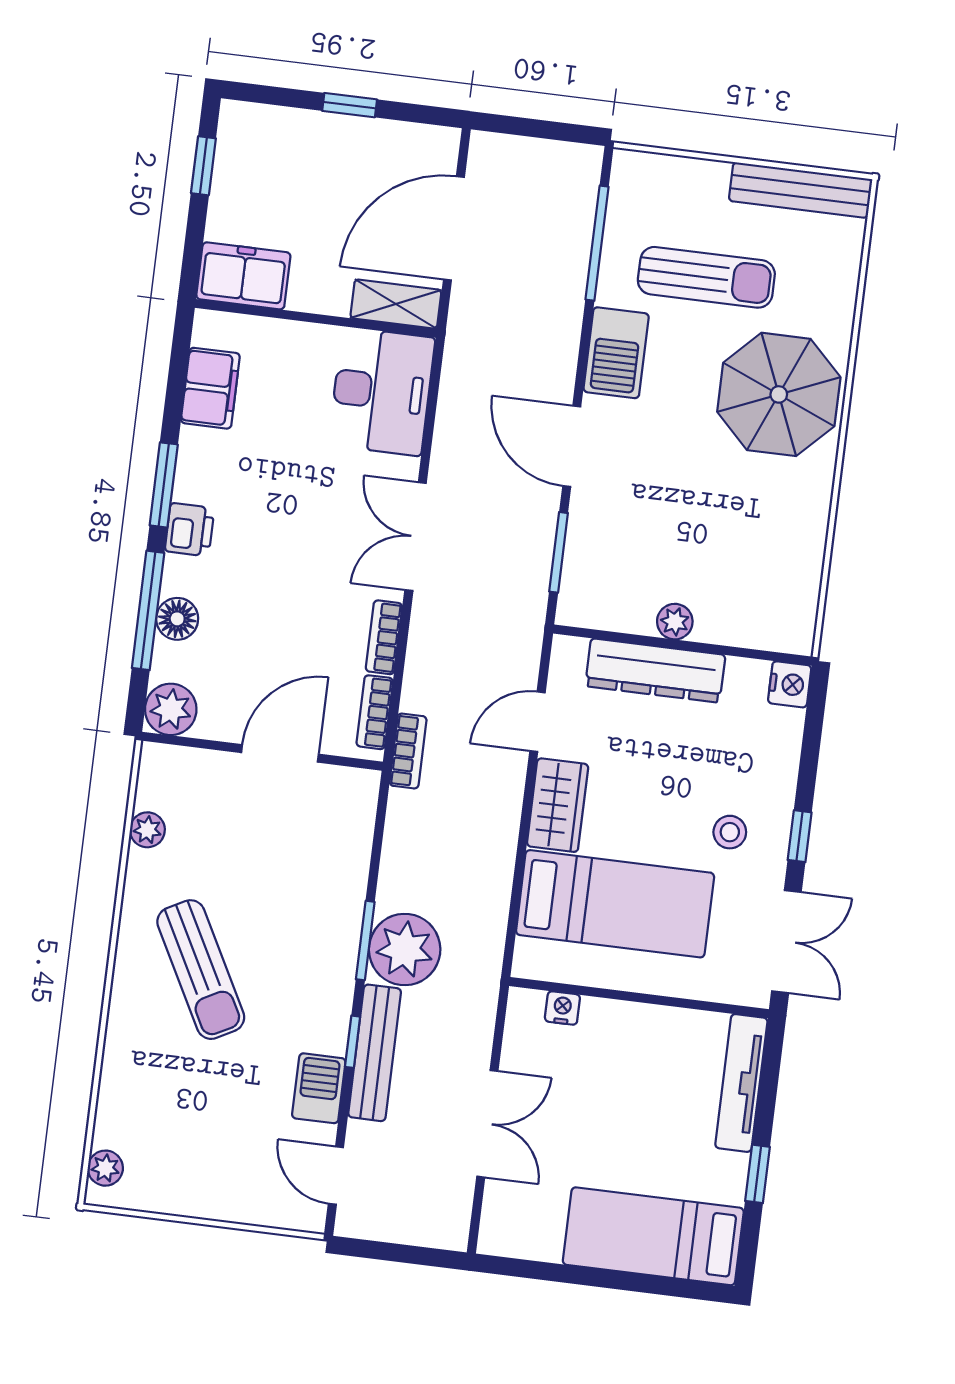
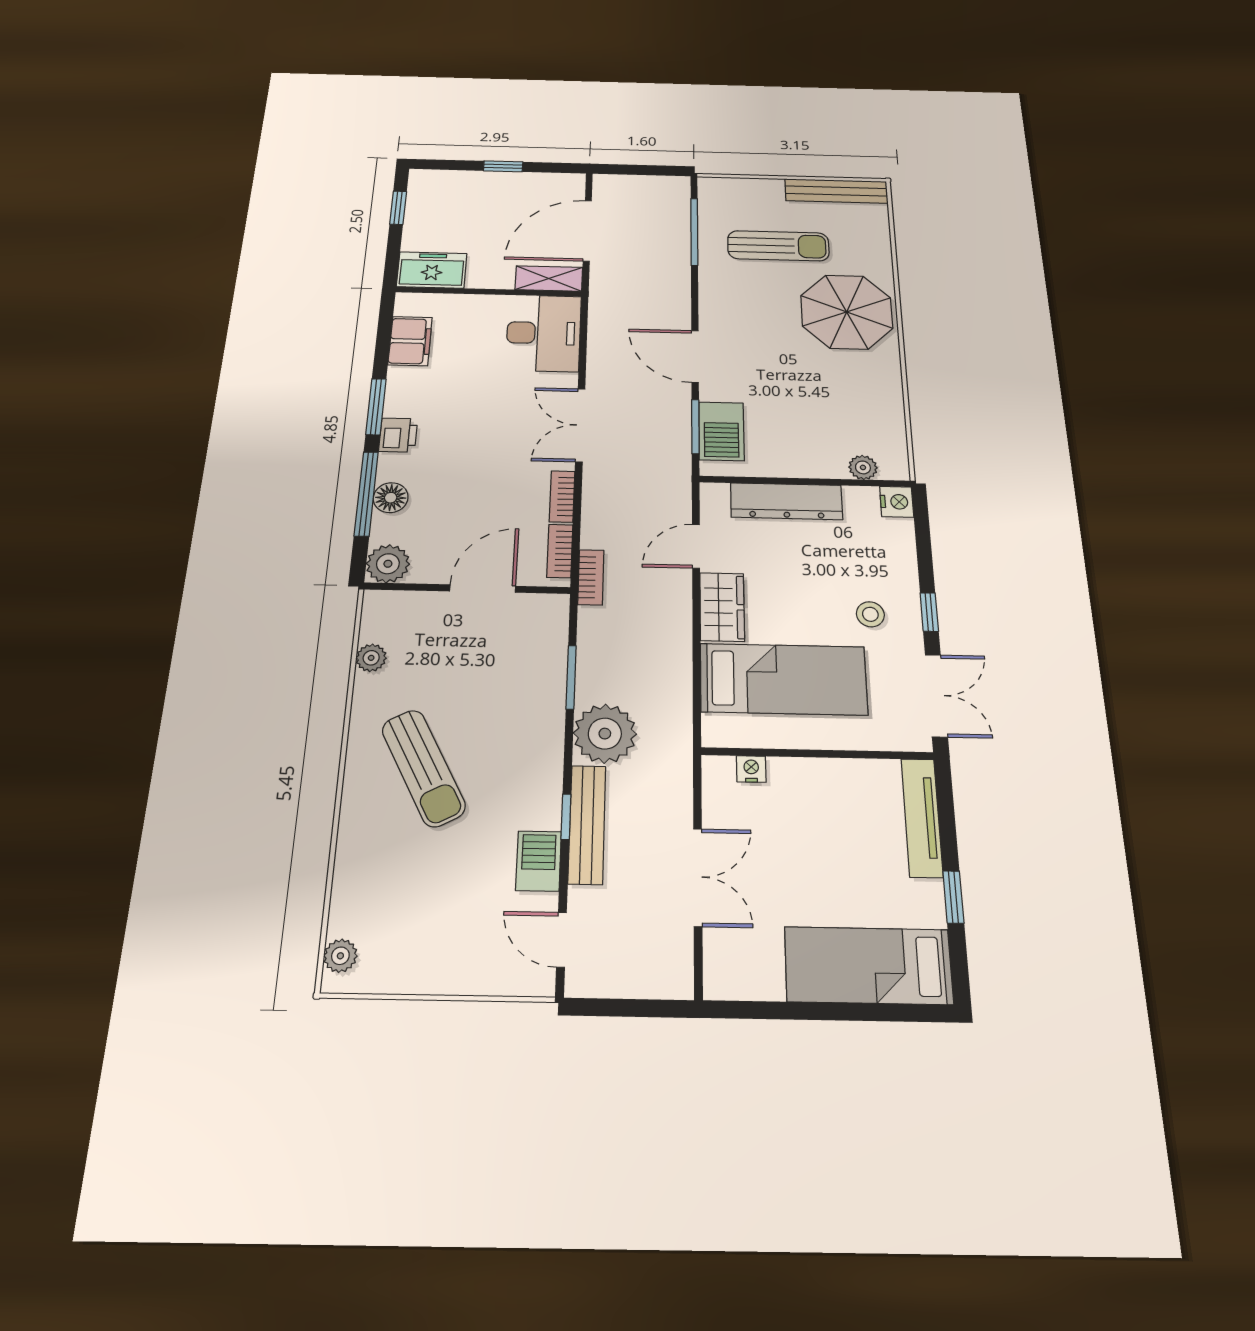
barbecue: (616, 353) -> (721, 431), moved
plant: (675, 622) -> (863, 467), moved
window: (365, 941) -> (571, 677), moved

